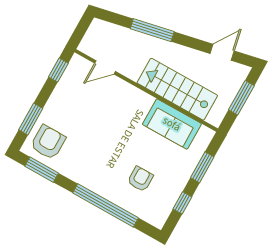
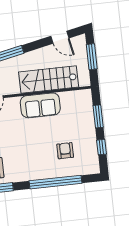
door: (222, 52) -> (60, 37), swing flipped
sofa: (172, 124) -> (40, 105), moved

